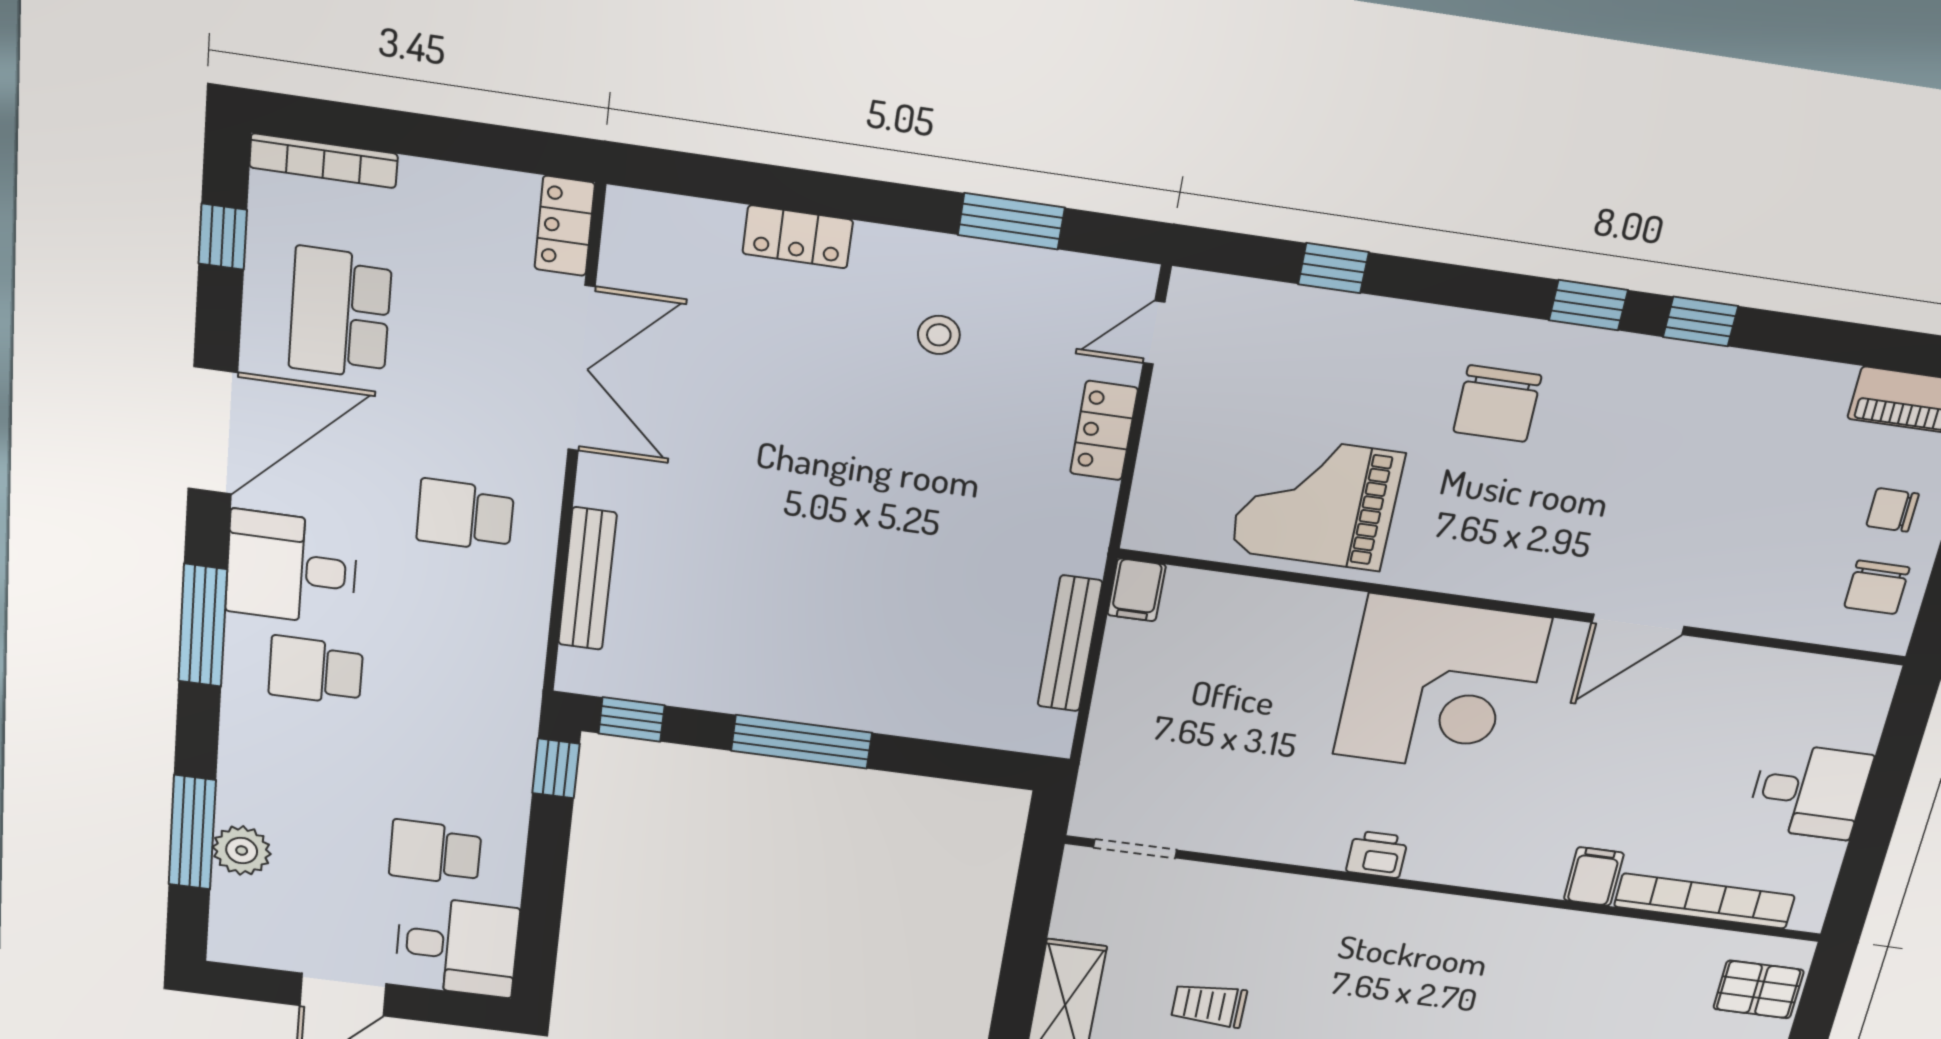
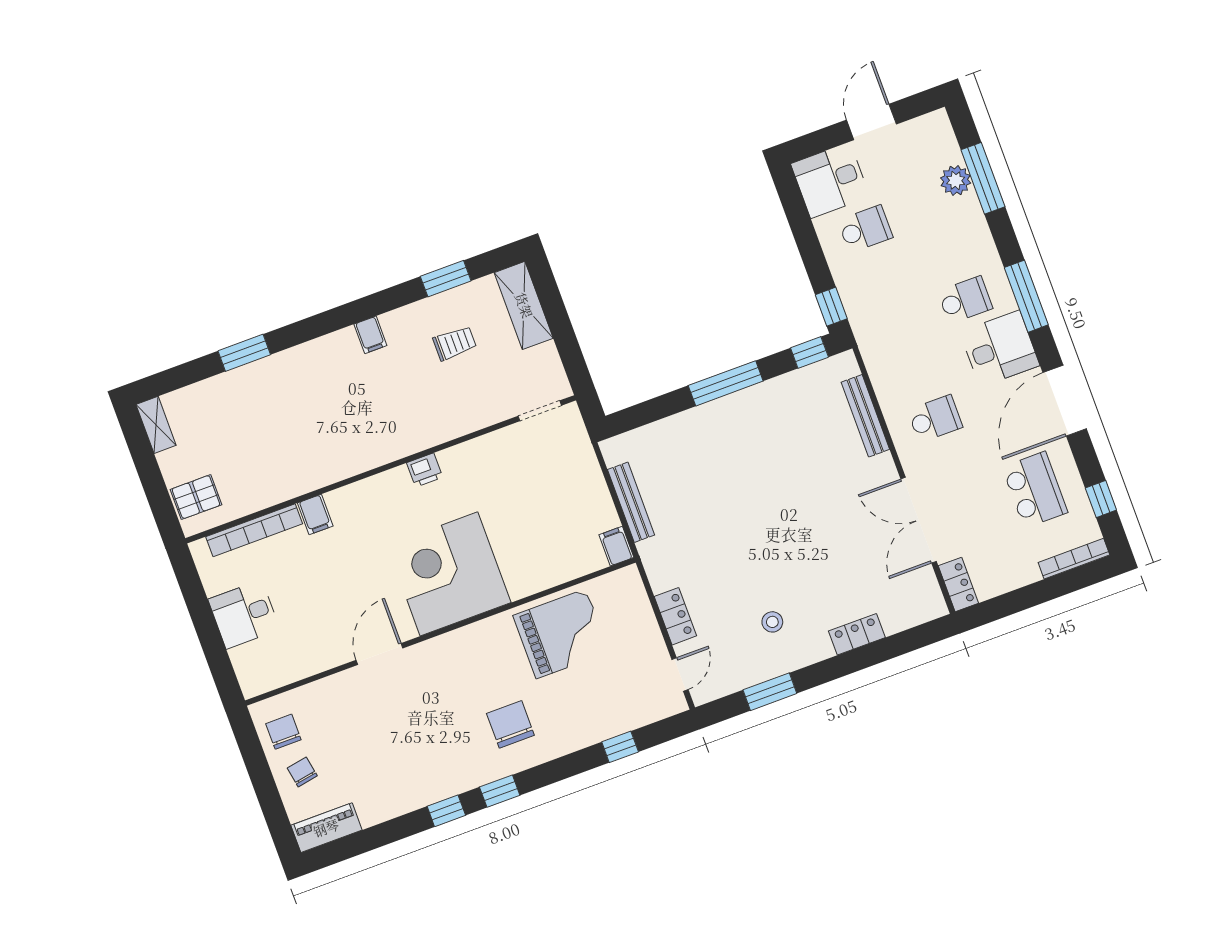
chair: (1893, 510) -> (302, 772), turned -100

